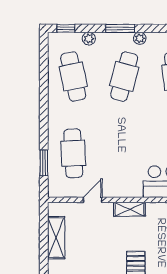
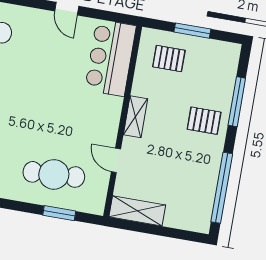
shelving: (56, 238) -> (137, 211), moved

